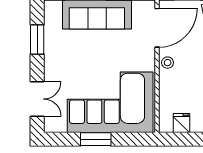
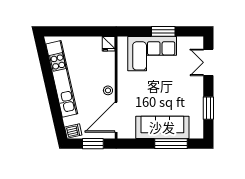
corner sofa: (110, 102) -> (152, 54), width x0.73, depth x0.74
fridge: (181, 123) -> (109, 44), moved

